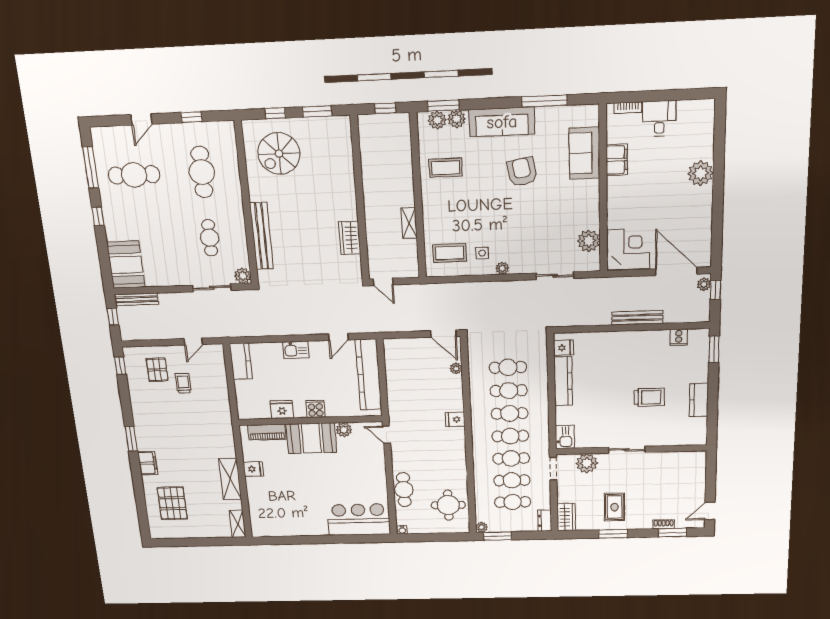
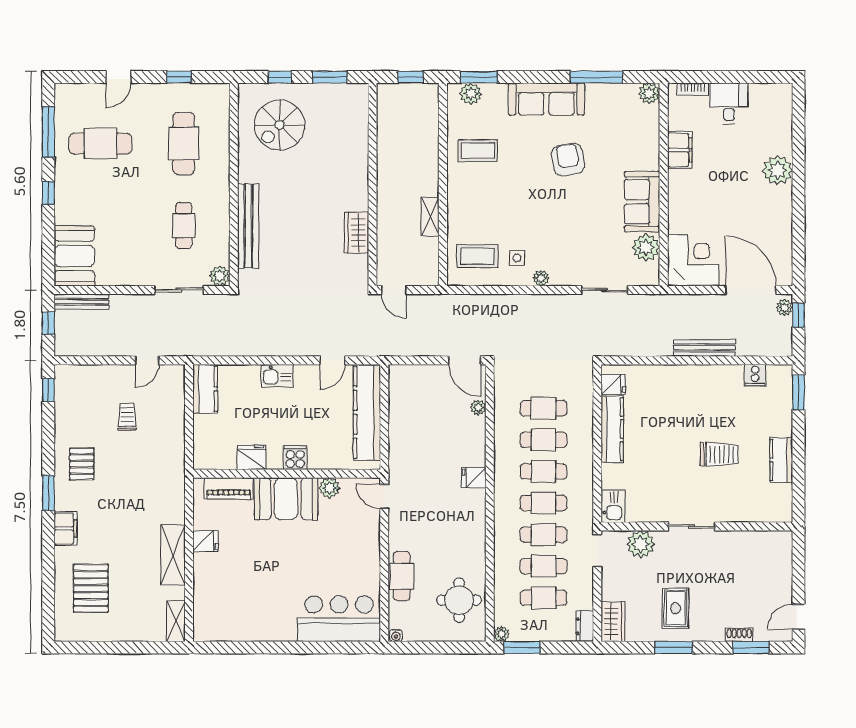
plant: (457, 119) -> (649, 93), moved
sofa: (584, 153) -> (642, 202), moved
pallet: (157, 370) -> (82, 464), moved

